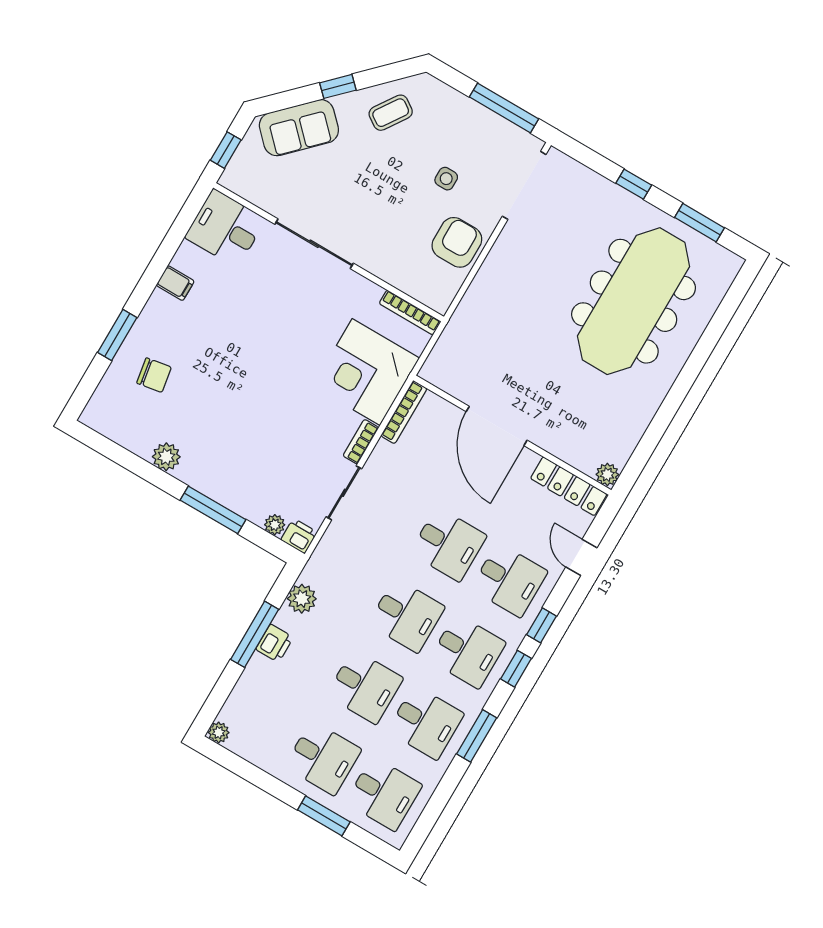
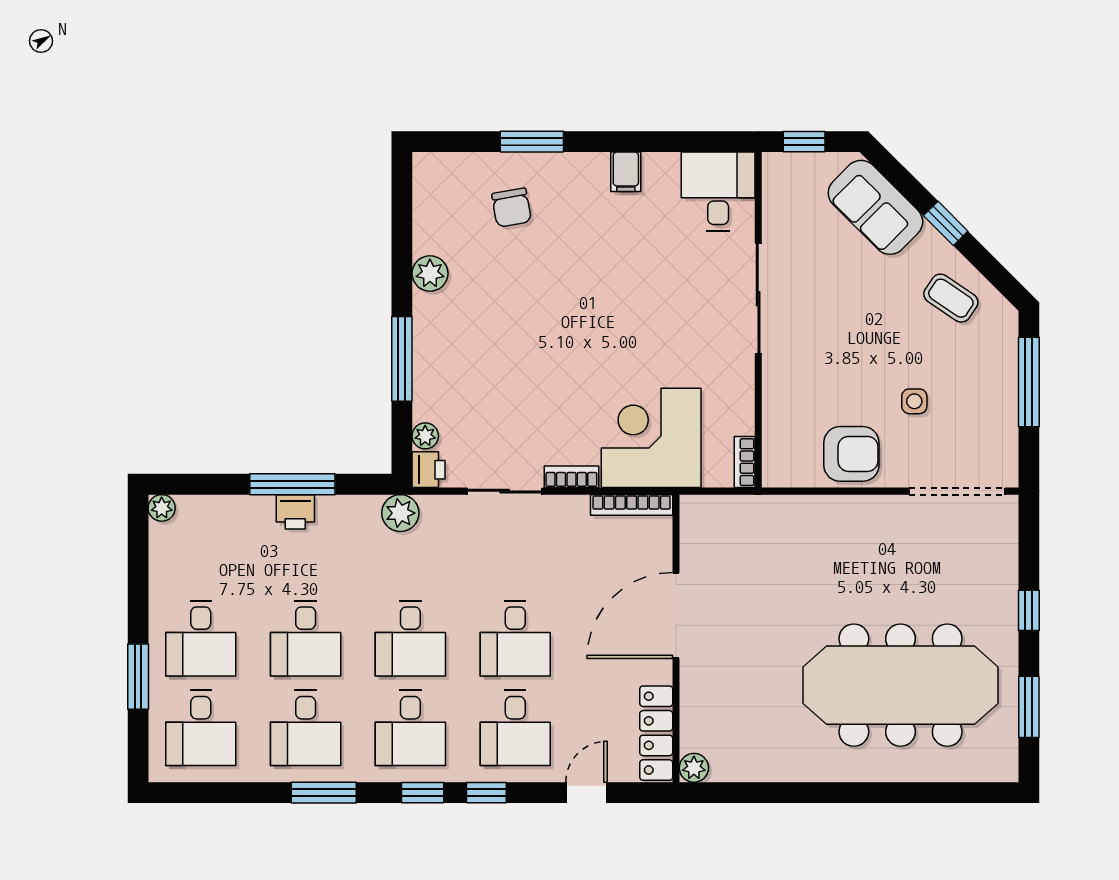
window: (504, 108) -> (1029, 382), moved
bookcase: (410, 312) -> (745, 462), width x0.64
plant: (302, 599) -> (400, 513), moved

